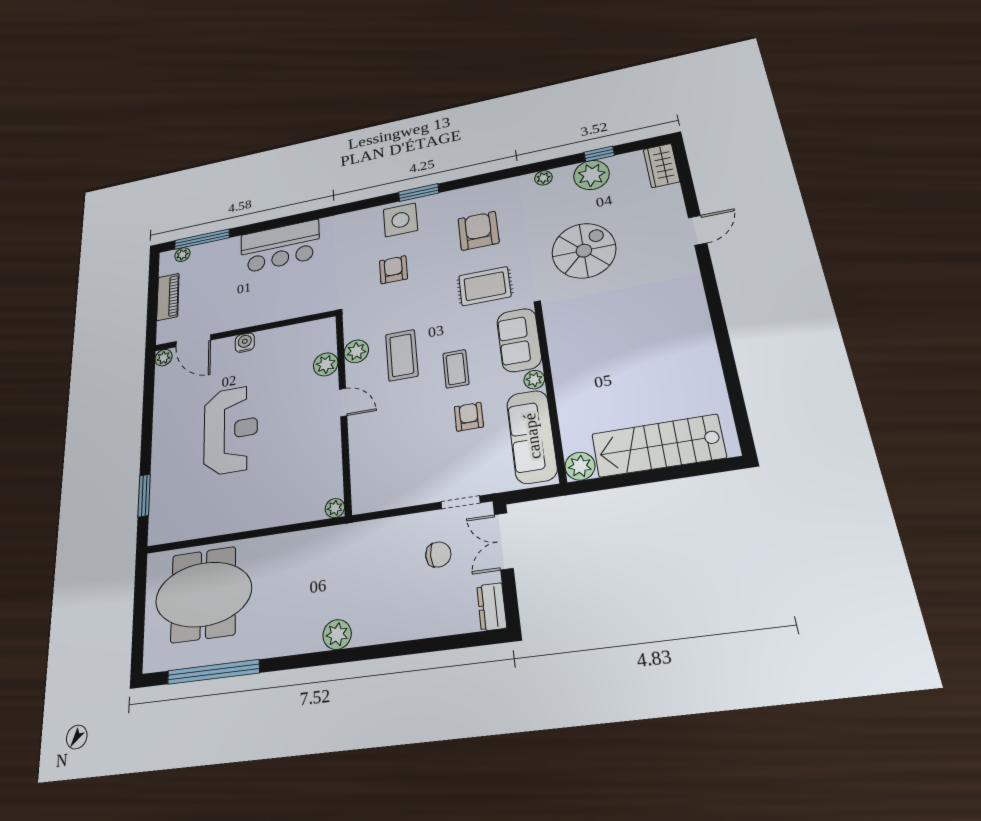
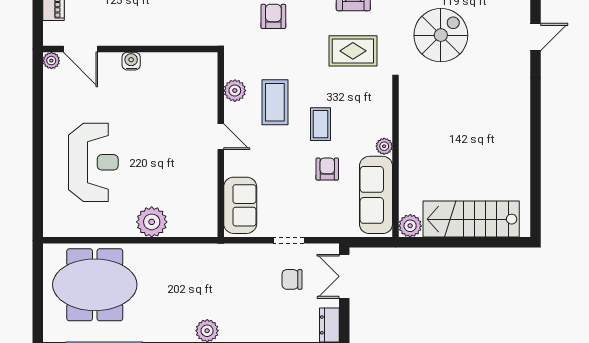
sofa: (519, 340) -> (240, 205), moved, turned 180
plant: (326, 364) -> (207, 98), removed
reception desk: (231, 430) -> (93, 162), moved
window: (144, 496) -> (38, 191), removed
doorway: (461, 502) -> (289, 240), moved
plant: (335, 508) -> (152, 222), moved, width x1.88, depth x1.88
chair: (438, 555) -> (292, 279), turned 180

